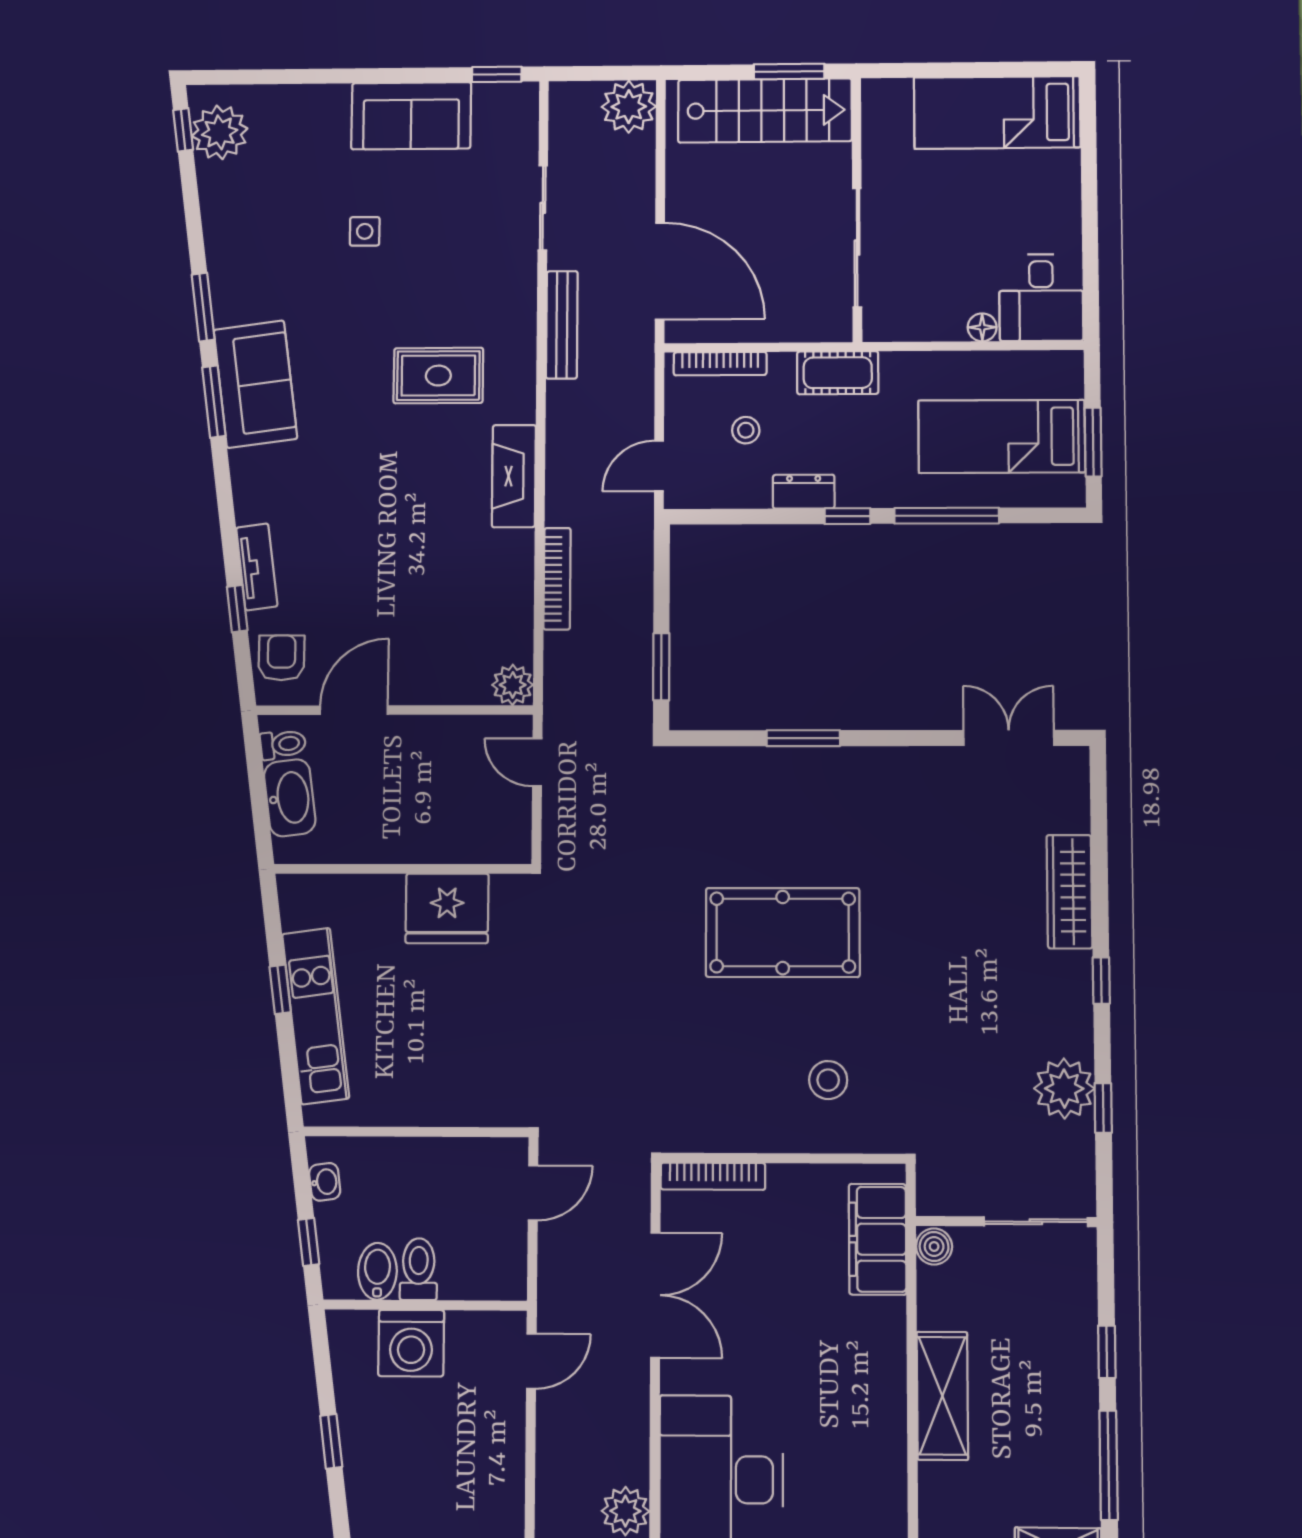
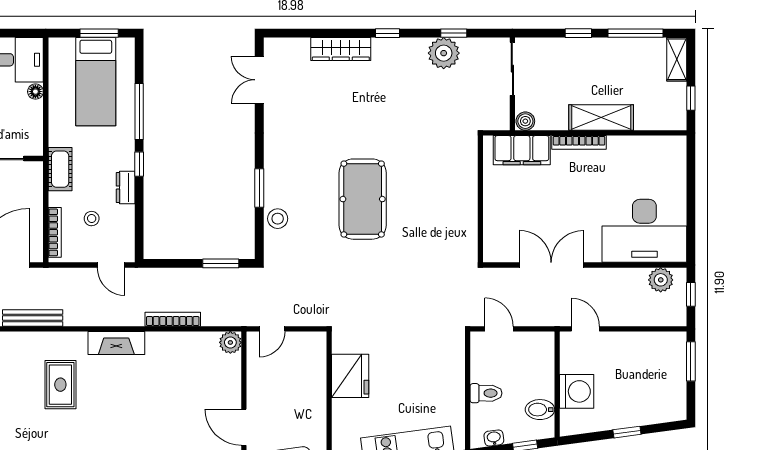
stool: (828, 1080) -> (278, 219), moved
bookcase: (713, 1176) -> (579, 142), moved, turned 90
toilet: (419, 1269) -> (486, 393), moved, turned 180

